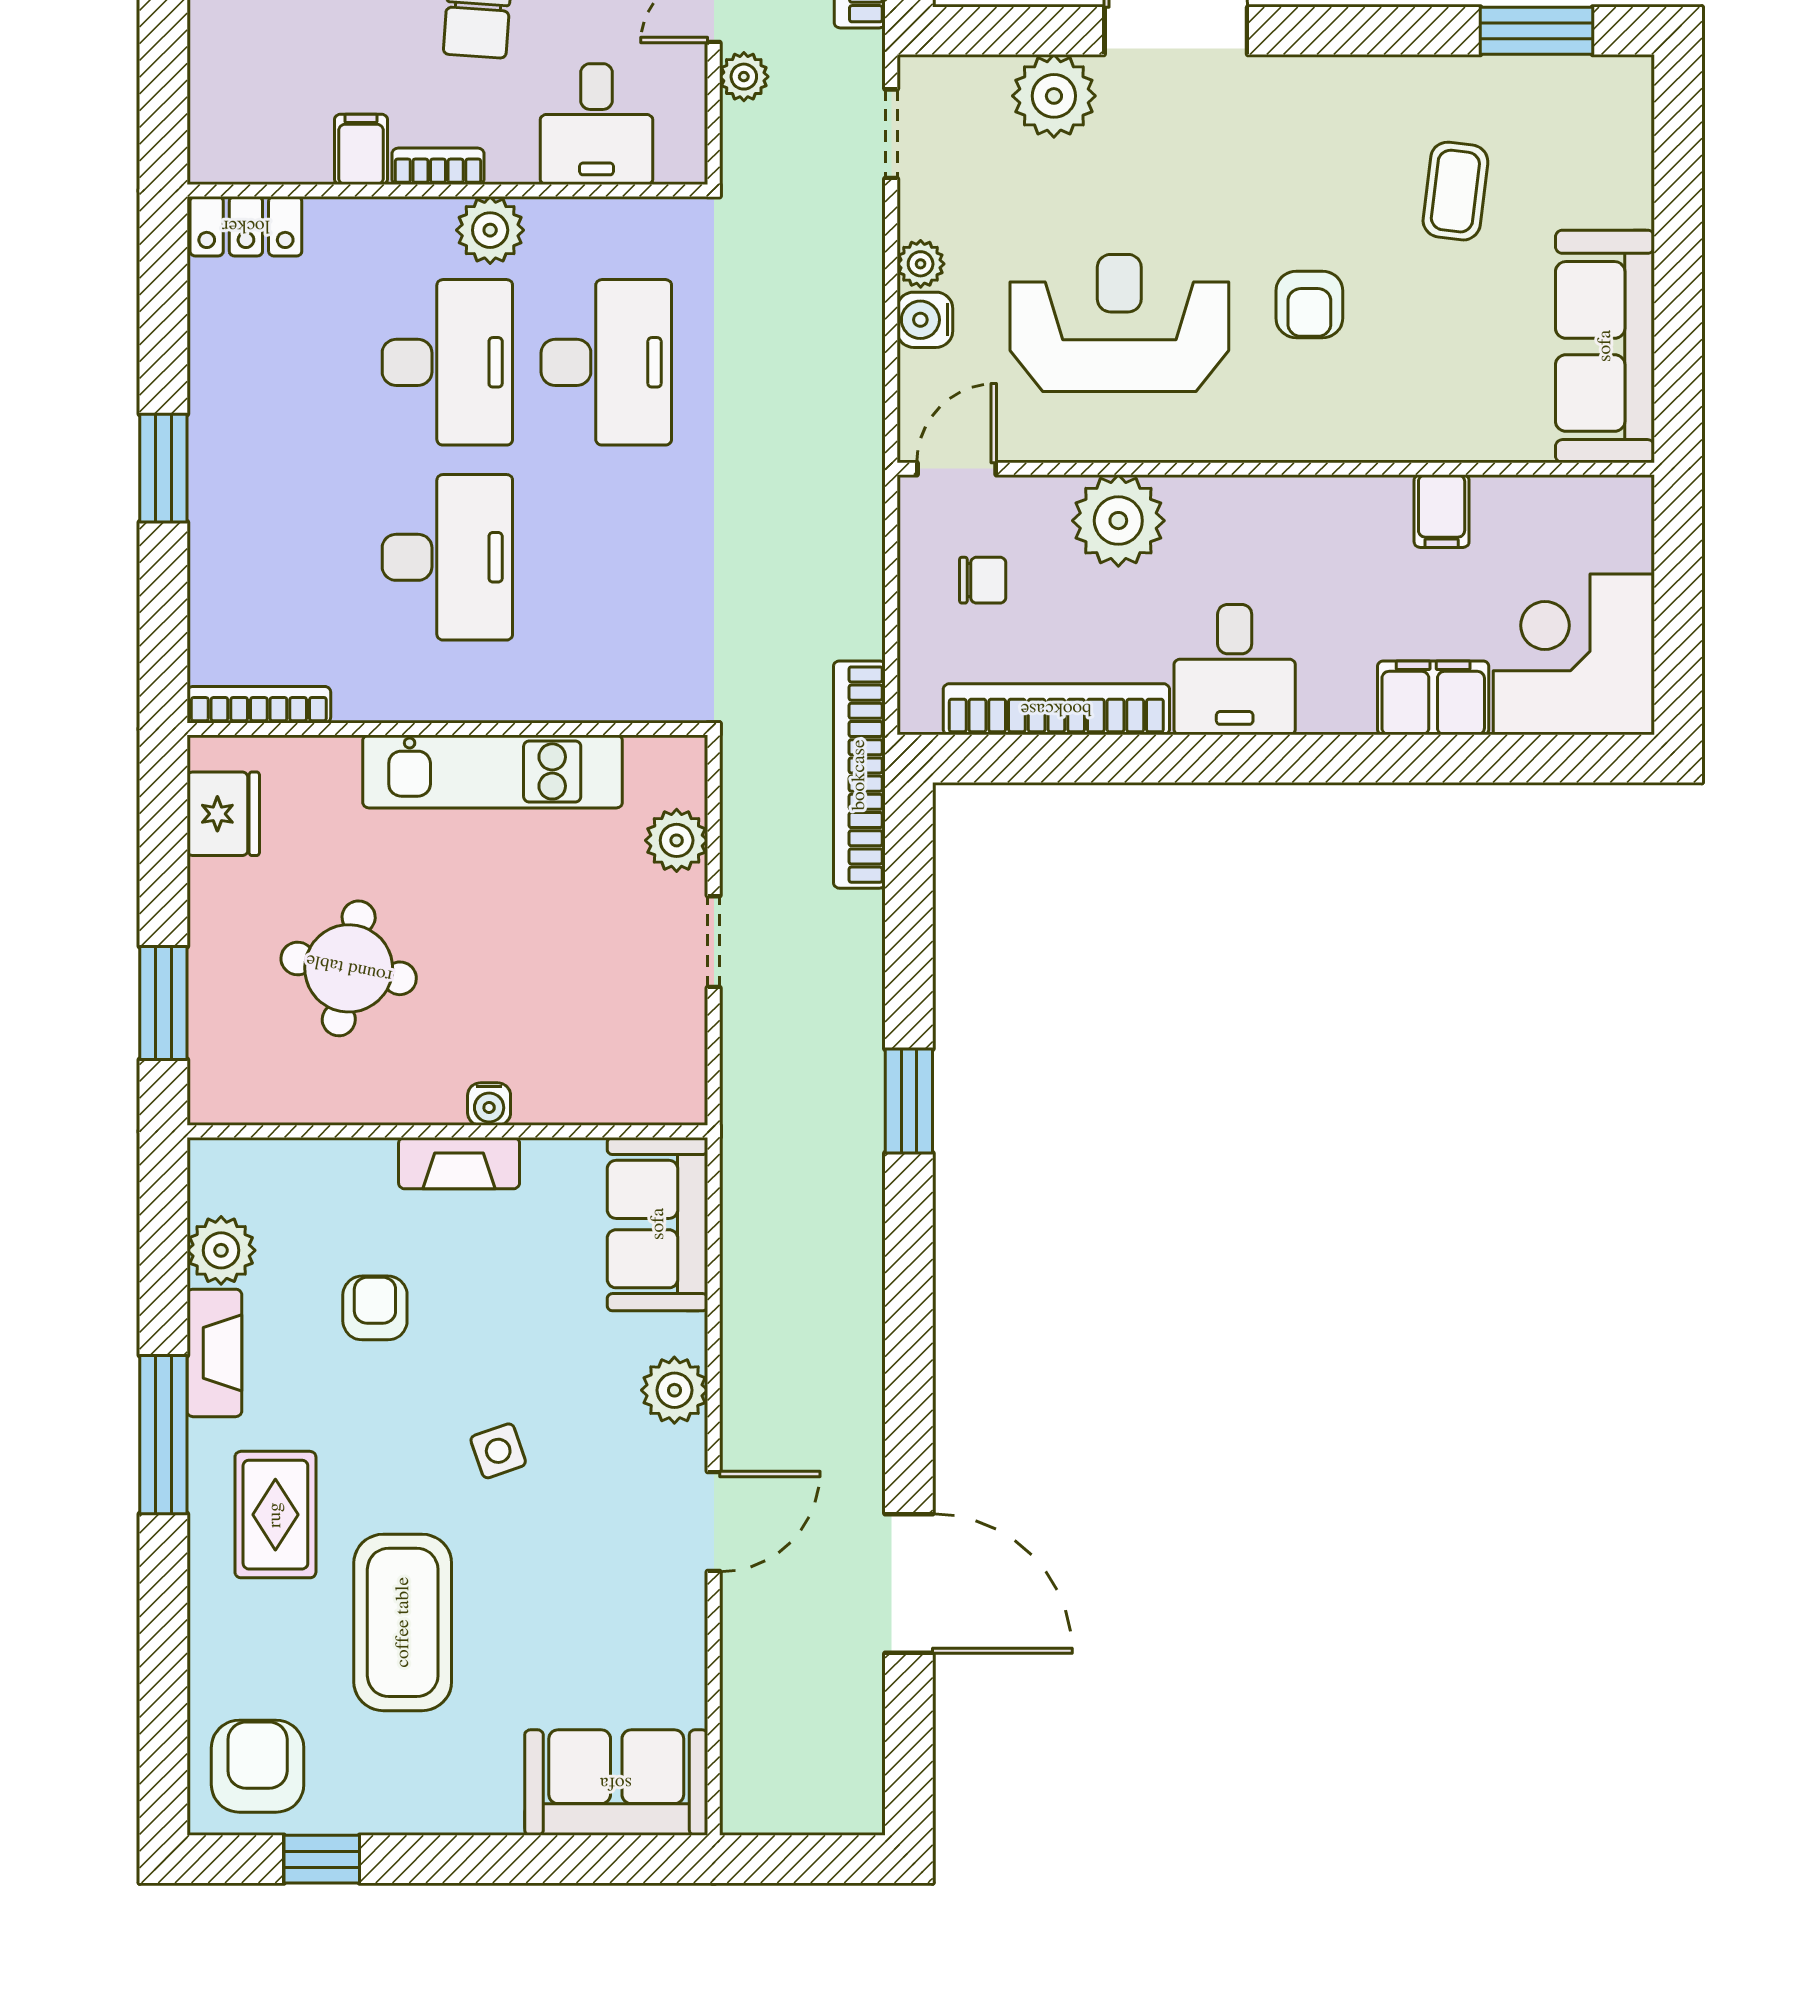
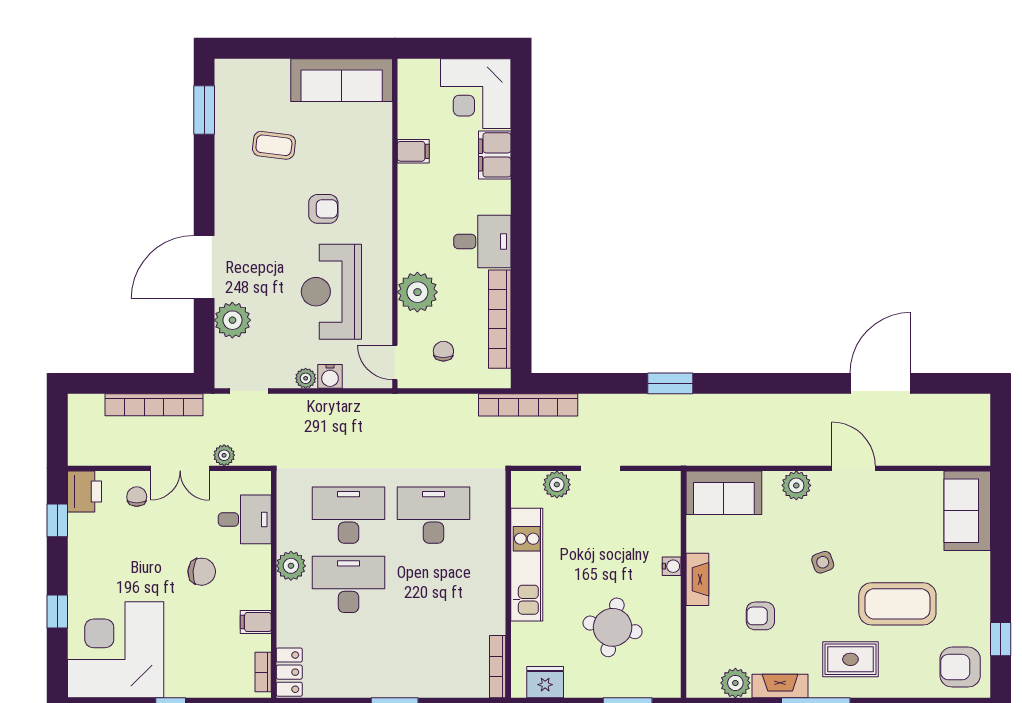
bookcase: (438, 166) -> (263, 672), moved
desk: (447, 557) -> (433, 515), moved

